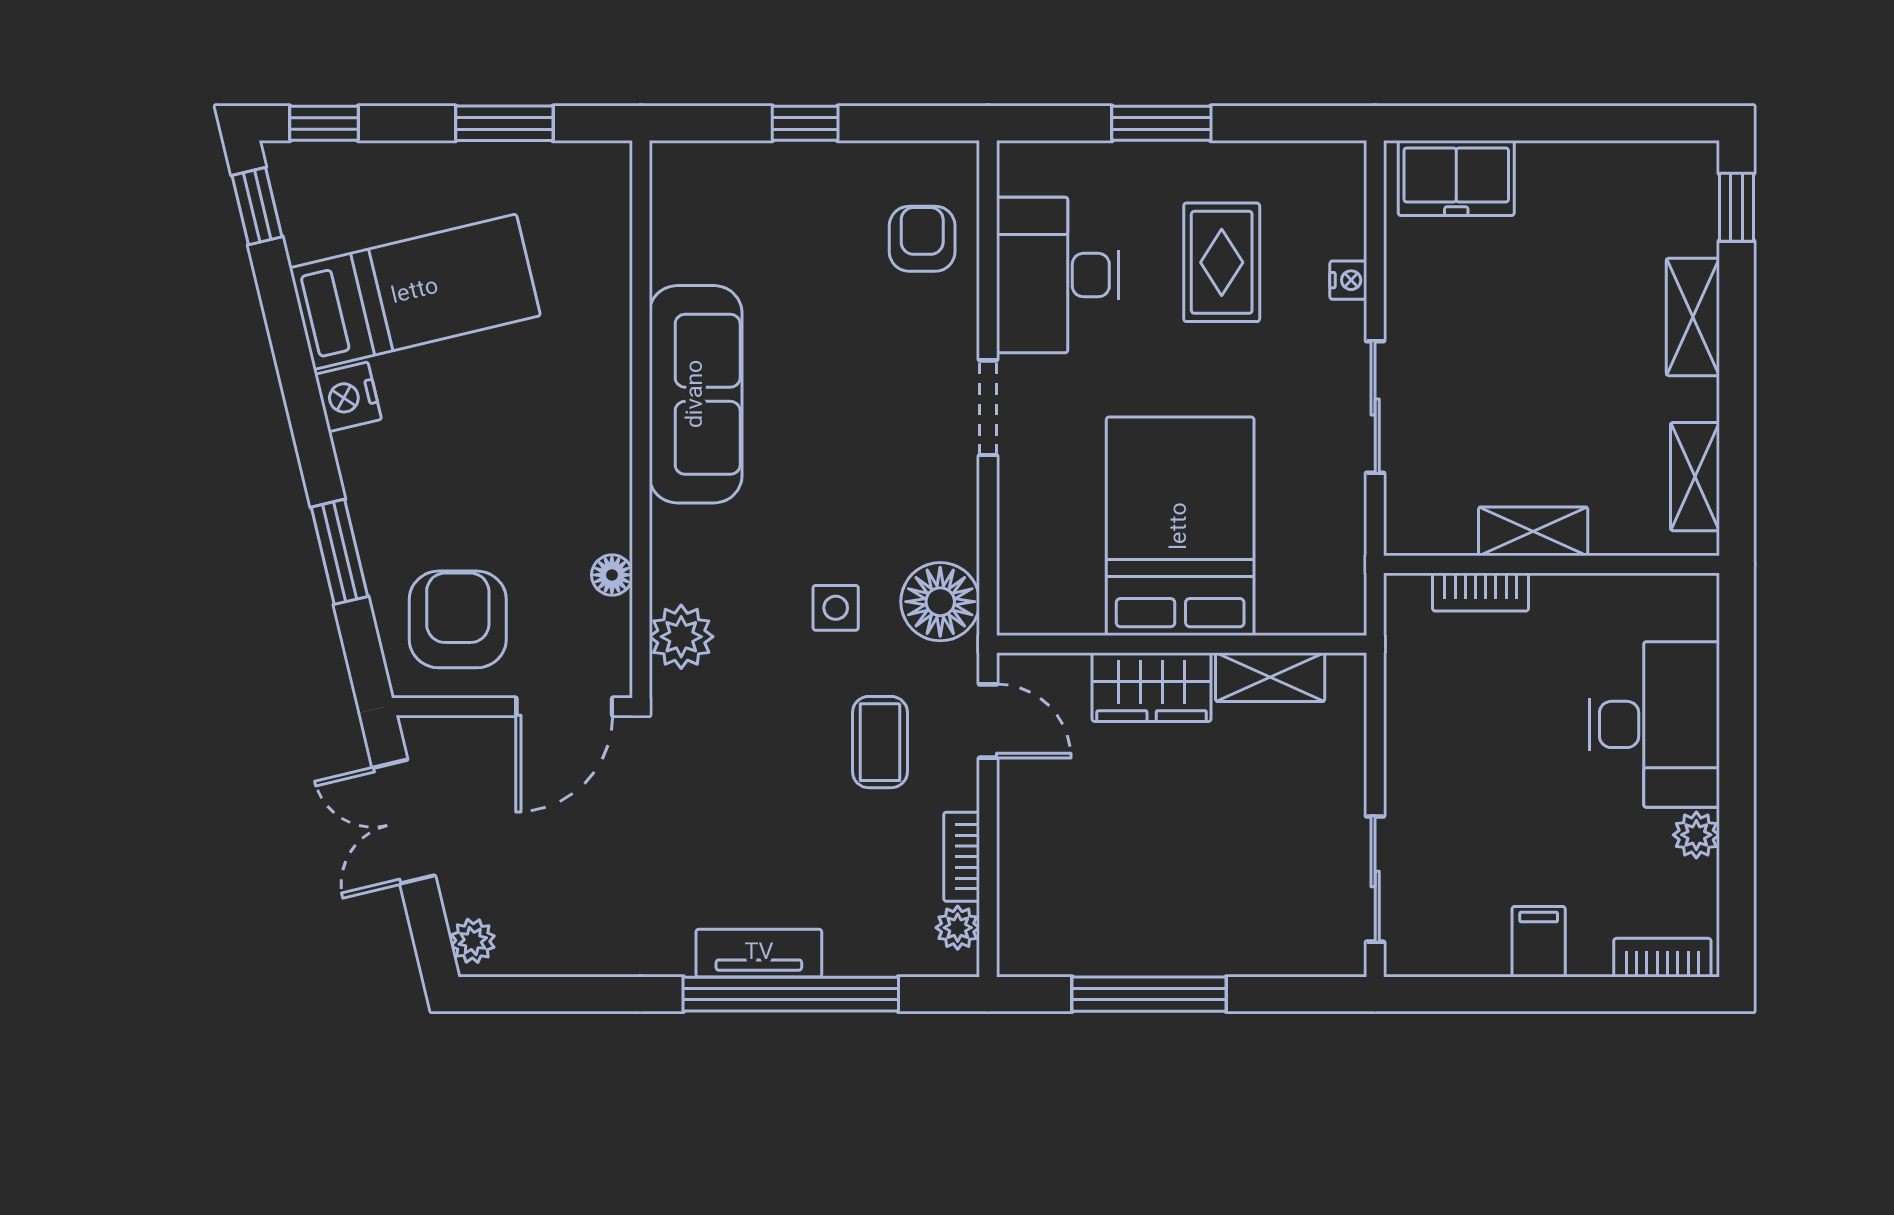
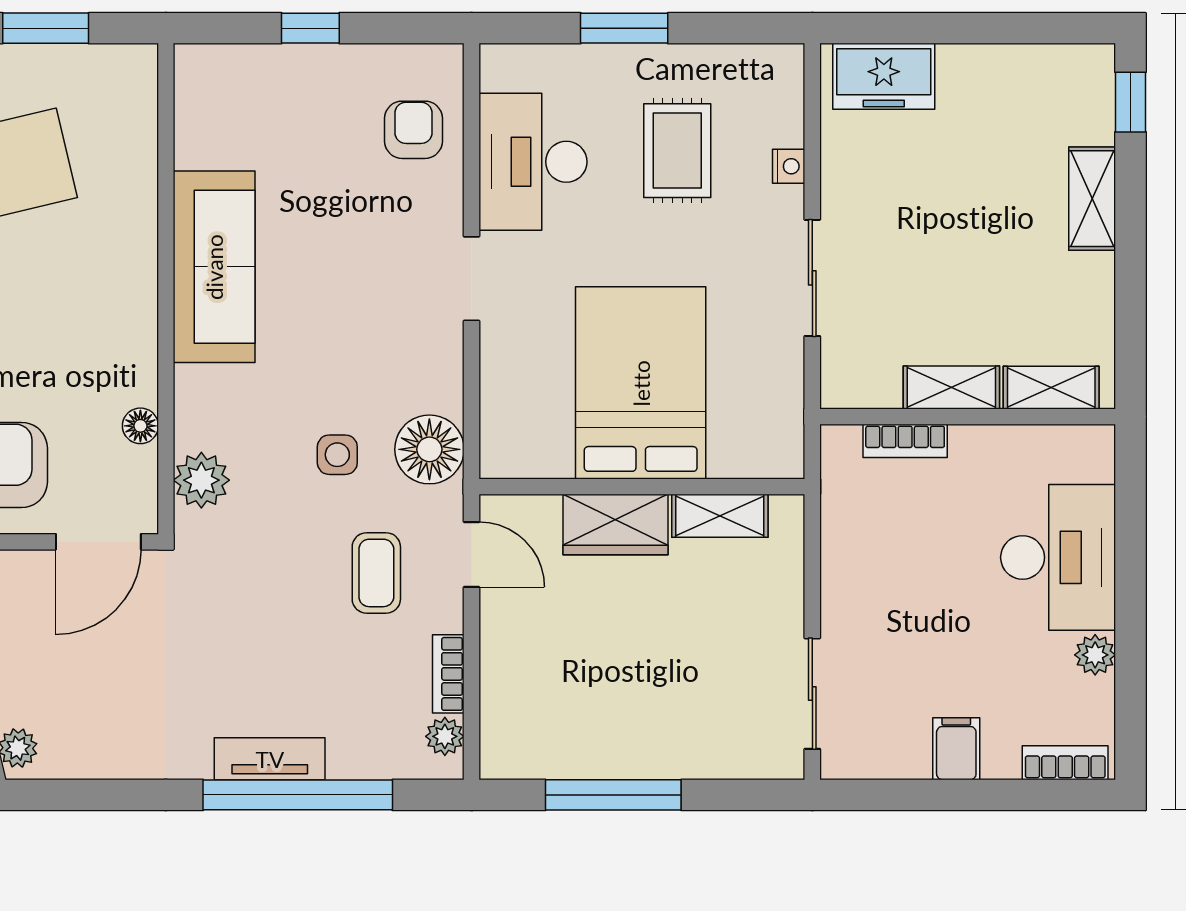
shelving: (1695, 477) -> (1051, 388), moved, turned 90

